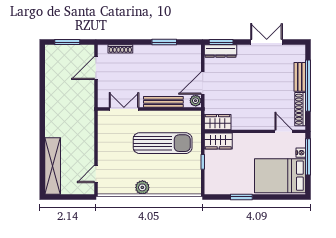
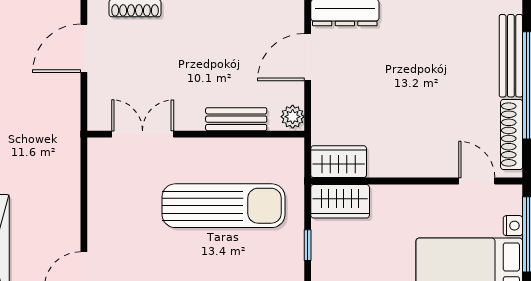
bench: (300, 77) -> (511, 56), width x1.36
door: (203, 83) -> (308, 57), moved
bench: (163, 102) -> (236, 119), width x0.73

